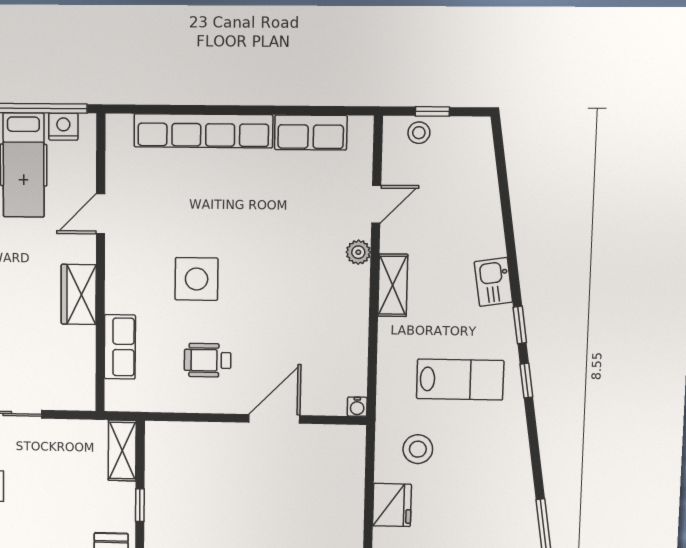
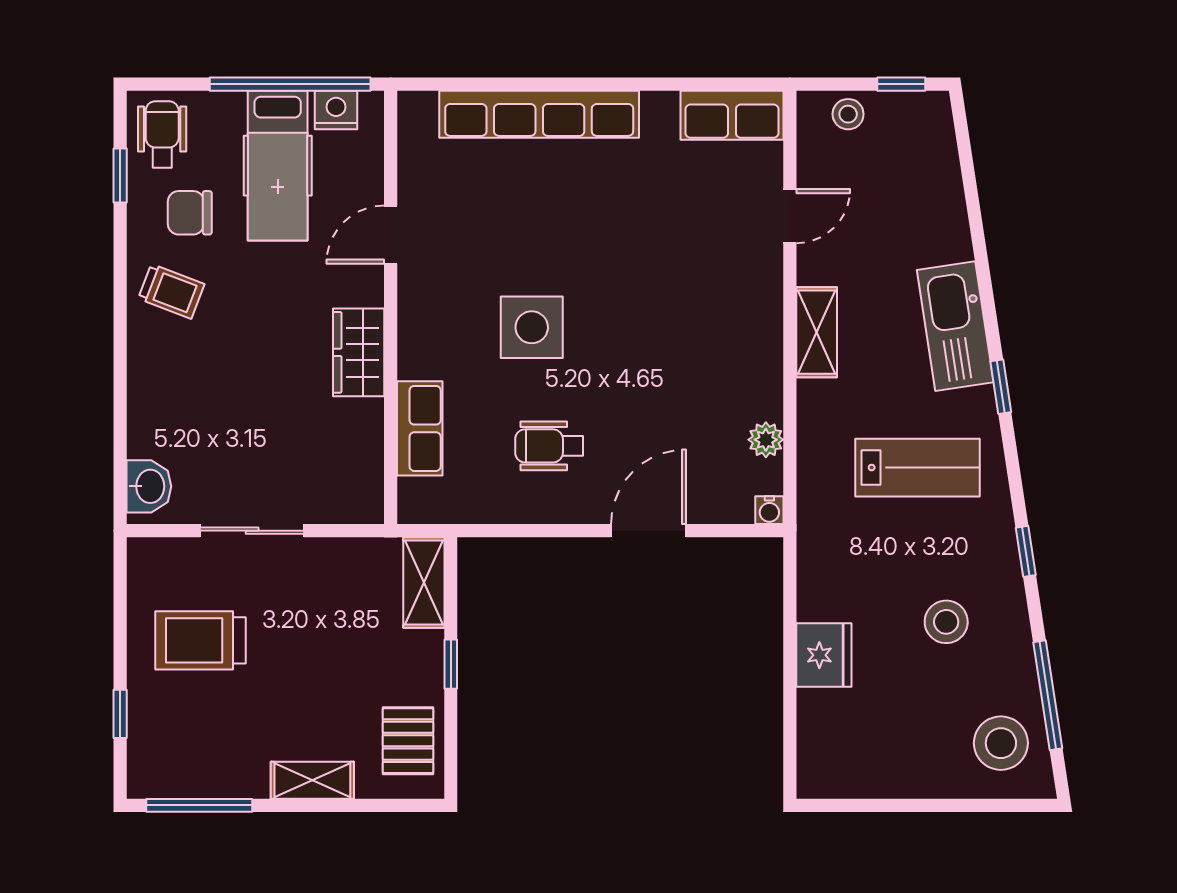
window: (432, 111) -> (901, 84), moved
row of seats: (311, 132) -> (732, 115), moved
plant: (358, 252) -> (766, 440), moved
kitchen sink: (493, 282) -> (955, 326), width x1.88, depth x1.24
window: (526, 381) -> (1026, 551), moved
stool: (418, 449) -> (946, 622), moved

